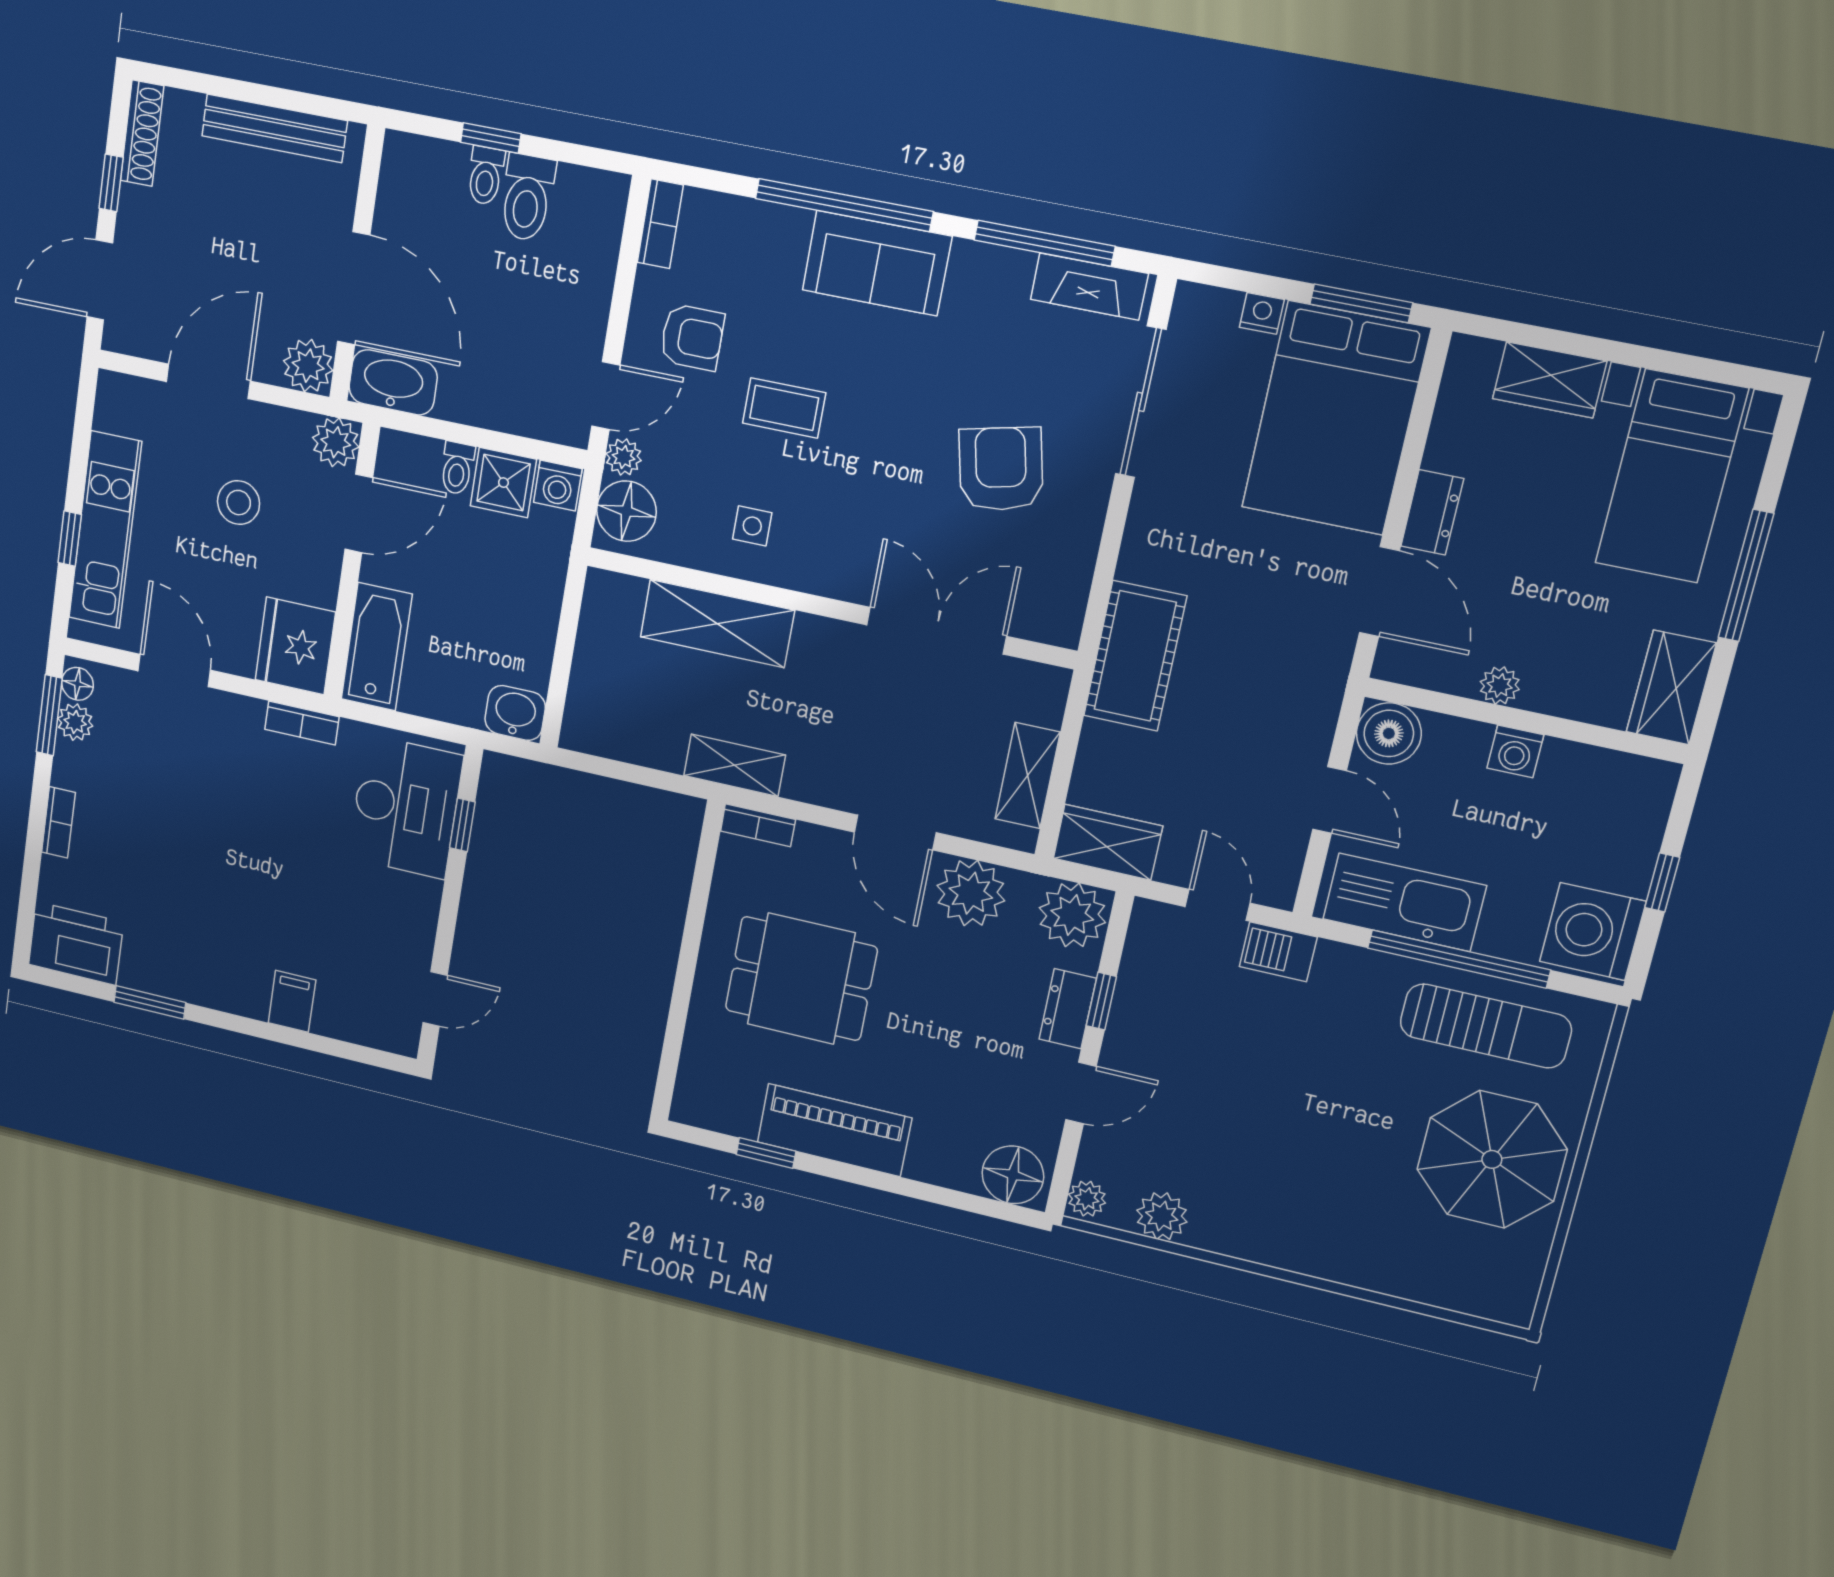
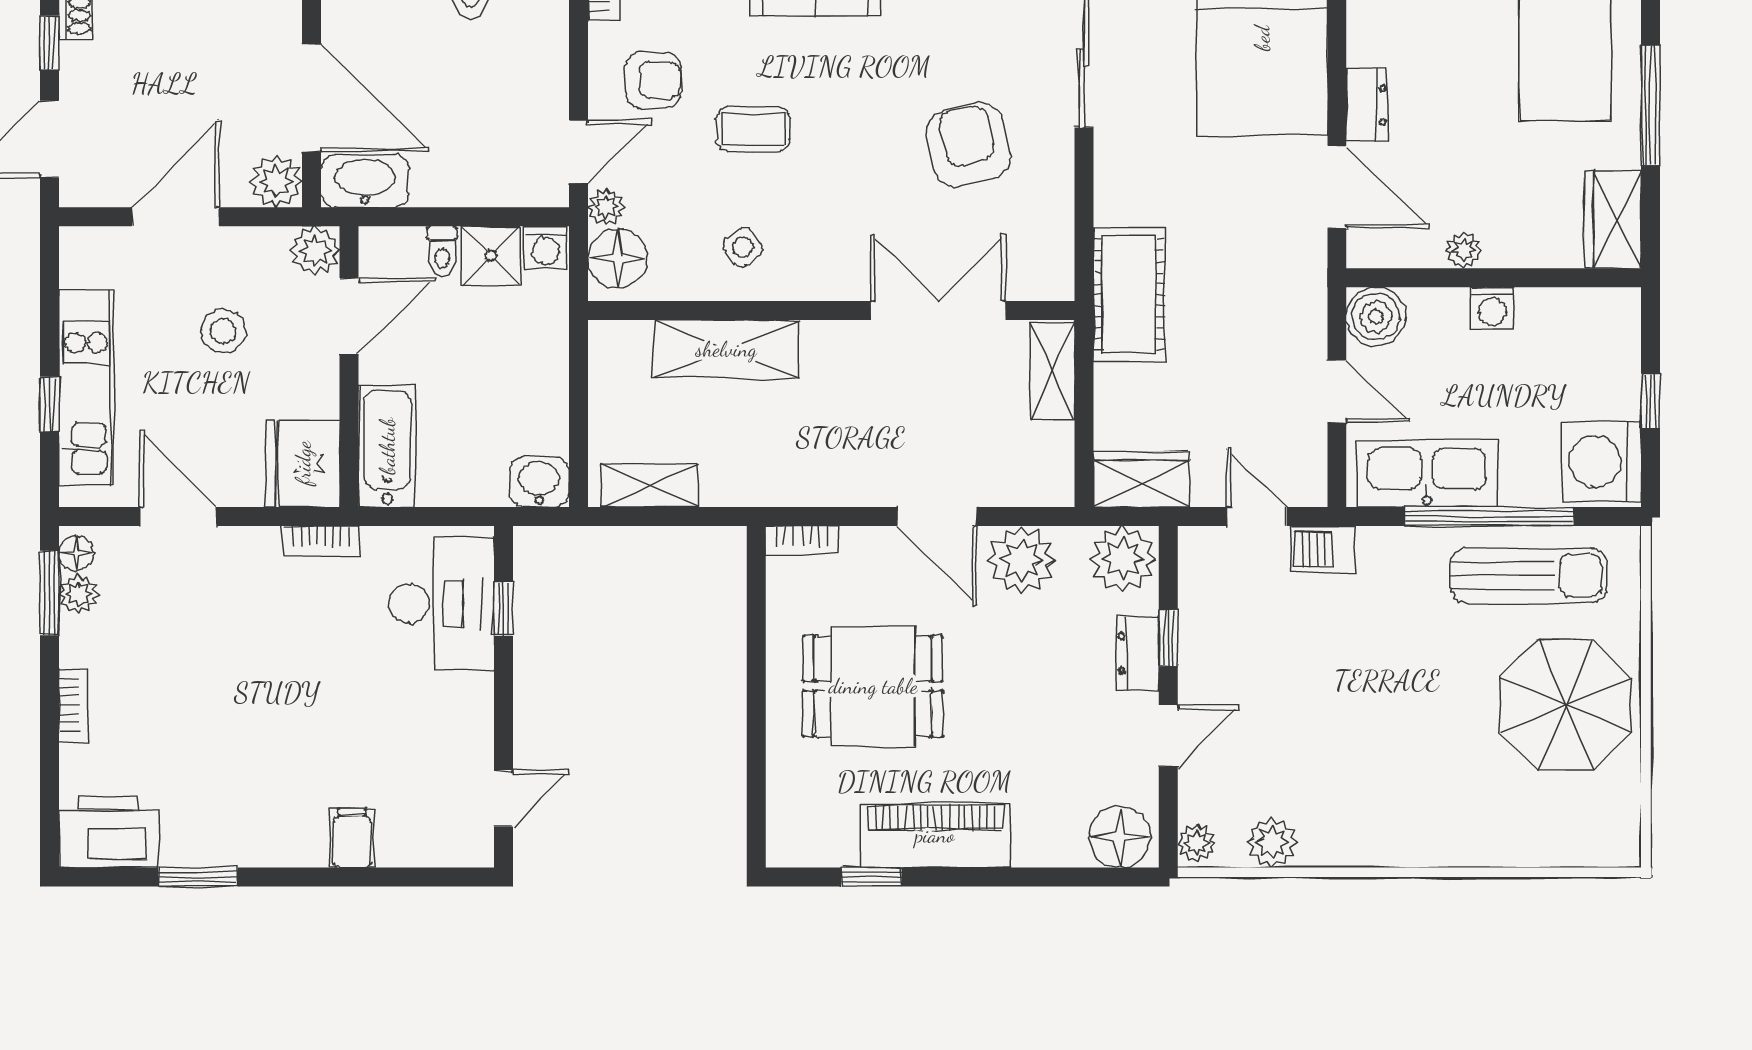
side table: (752, 526) -> (743, 247), turned -37
shelving: (735, 765) -> (649, 485), moved
shelving: (1028, 776) -> (1053, 371), moved

